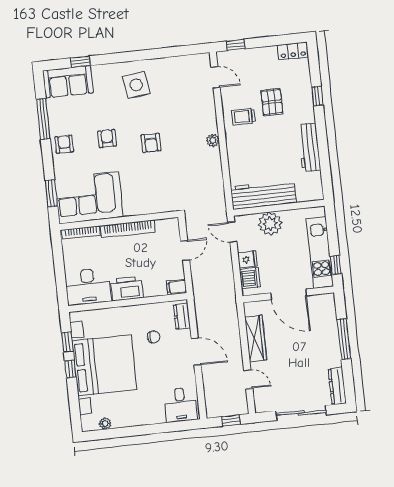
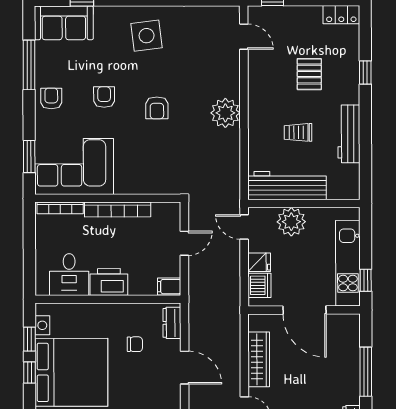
trolley: (243, 117) -> (298, 132), moved
plant: (213, 140) -> (225, 113), width x1.88, depth x1.88
desk: (88, 287) -> (69, 275), width x0.73

